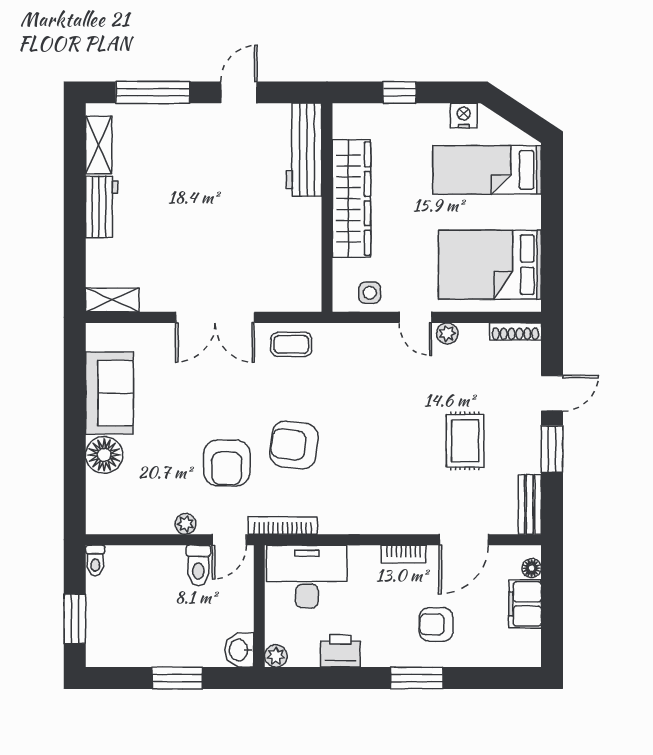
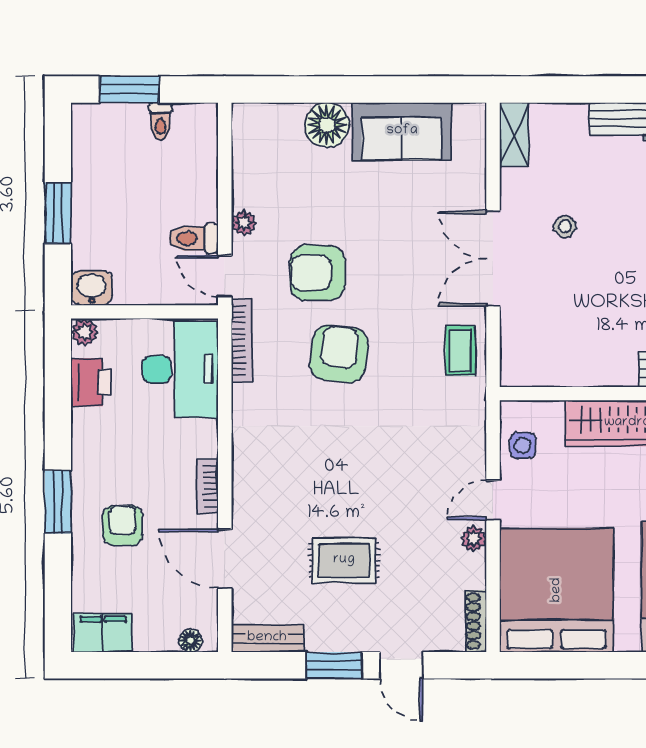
stool: (188, 258) -> (565, 226), added
bed: (490, 265) -> (557, 590), width x1.36
toilet: (95, 561) -> (160, 121), moved, turned -90
filing cabinet: (525, 604) -> (103, 633), moved
printer: (340, 651) -> (91, 382), moved

